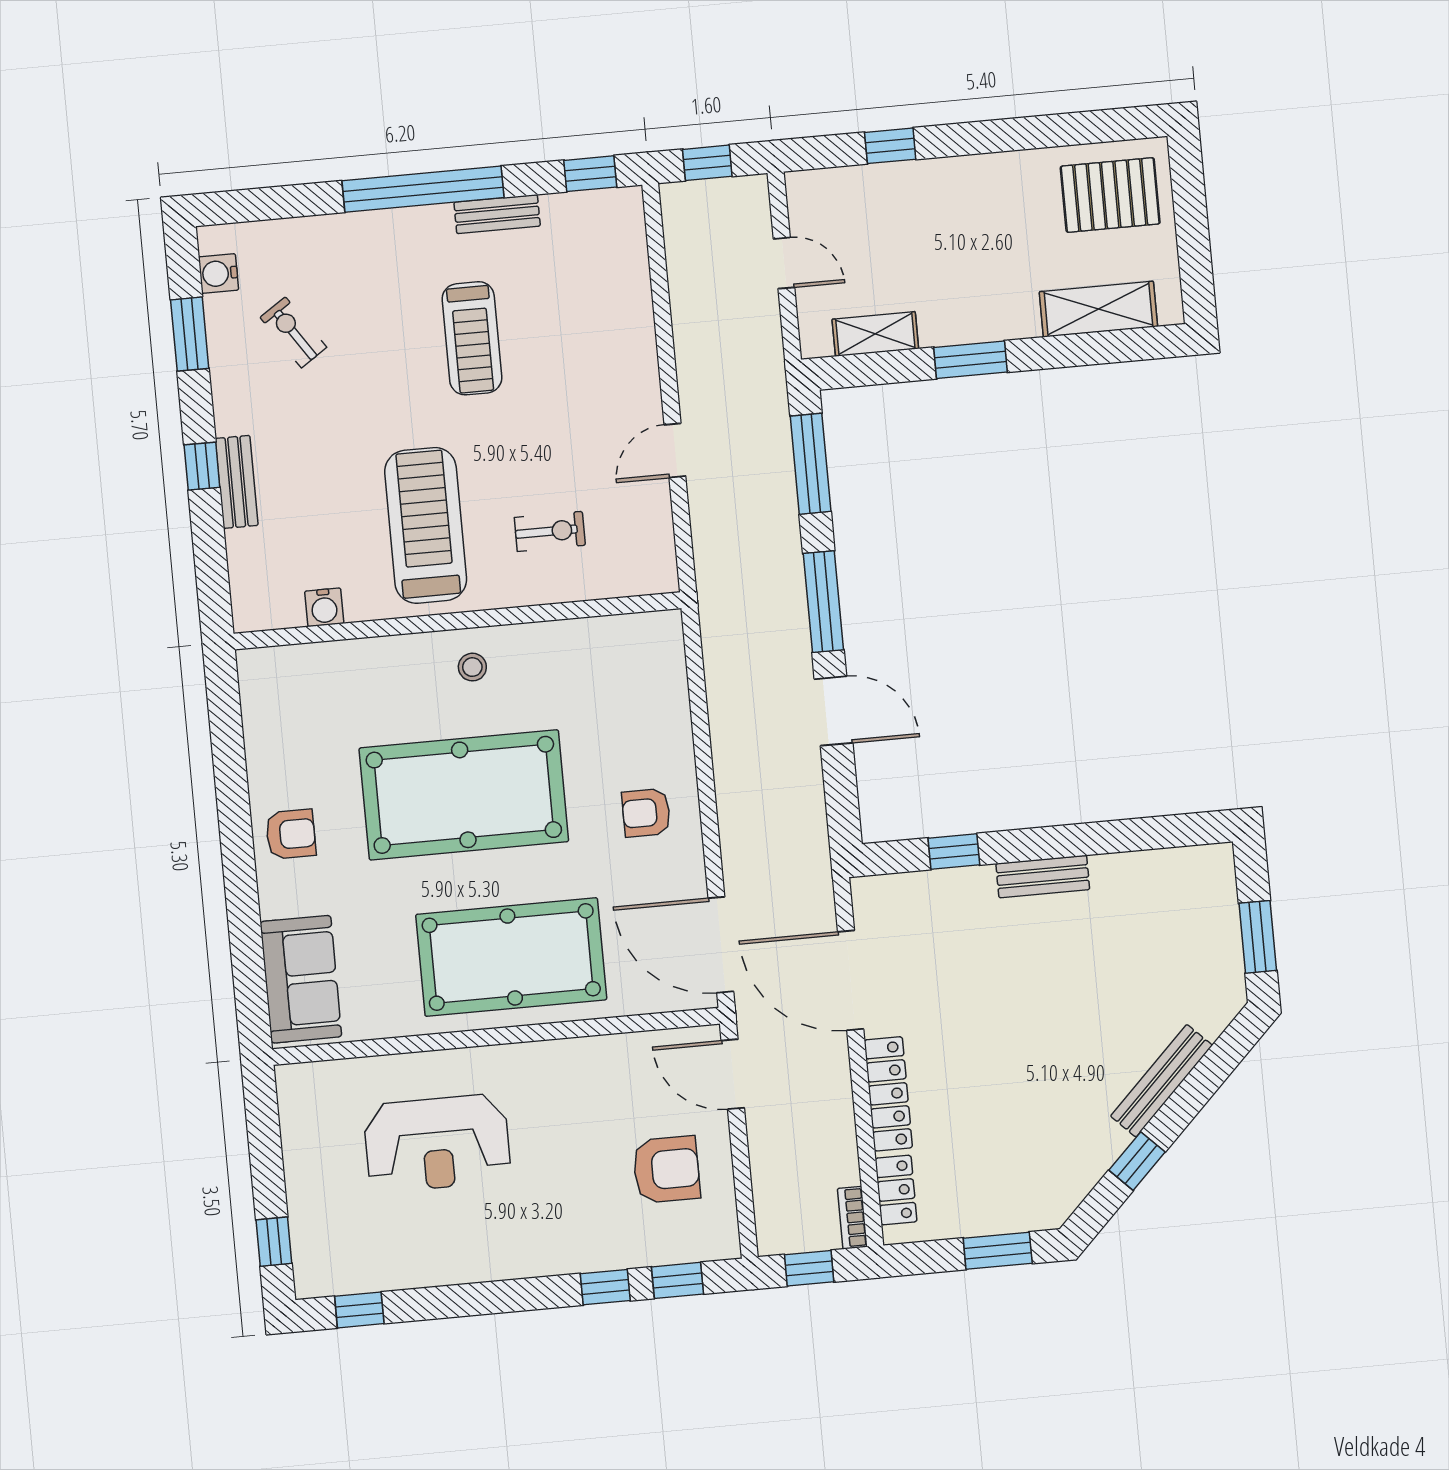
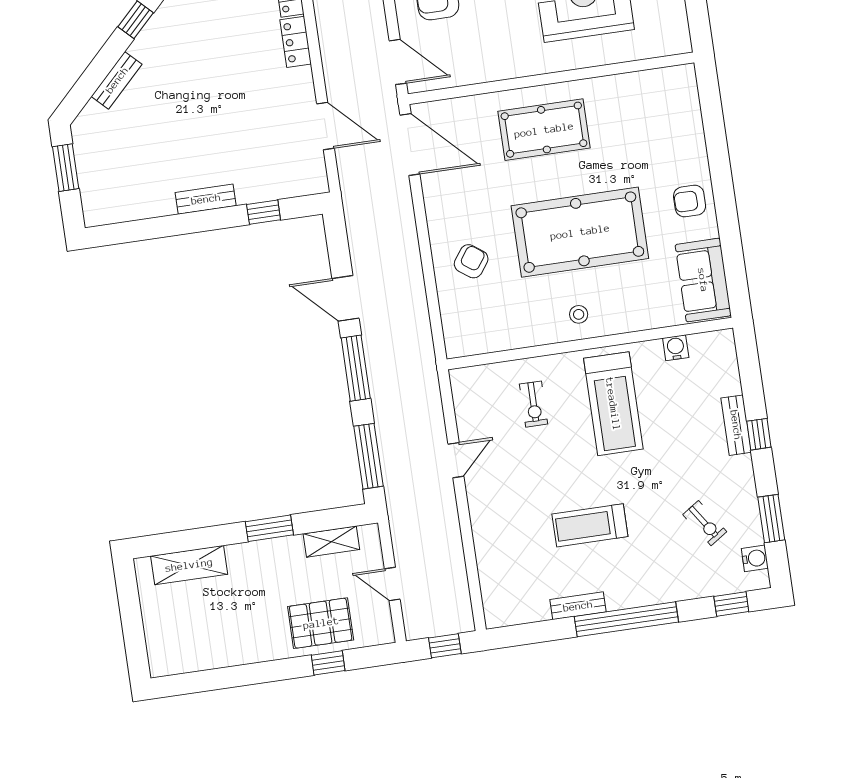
window: (590, 174) -> (731, 604), moved
pallet: (1110, 195) -> (321, 623), moved
treadmill: (472, 338) -> (590, 525), turned -90
exercise bike: (550, 531) -> (534, 404), turned -90
armchair: (646, 813) -> (471, 261), moved, turned -54
pool table: (511, 957) -> (544, 130), width x0.73, depth x0.76
sofa: (301, 979) -> (703, 280), moved
door: (851, 980) -> (325, 126), width x0.73
bench: (1161, 1081) -> (117, 80), width x0.73
locker: (888, 1094) -> (296, 42), width x0.66

